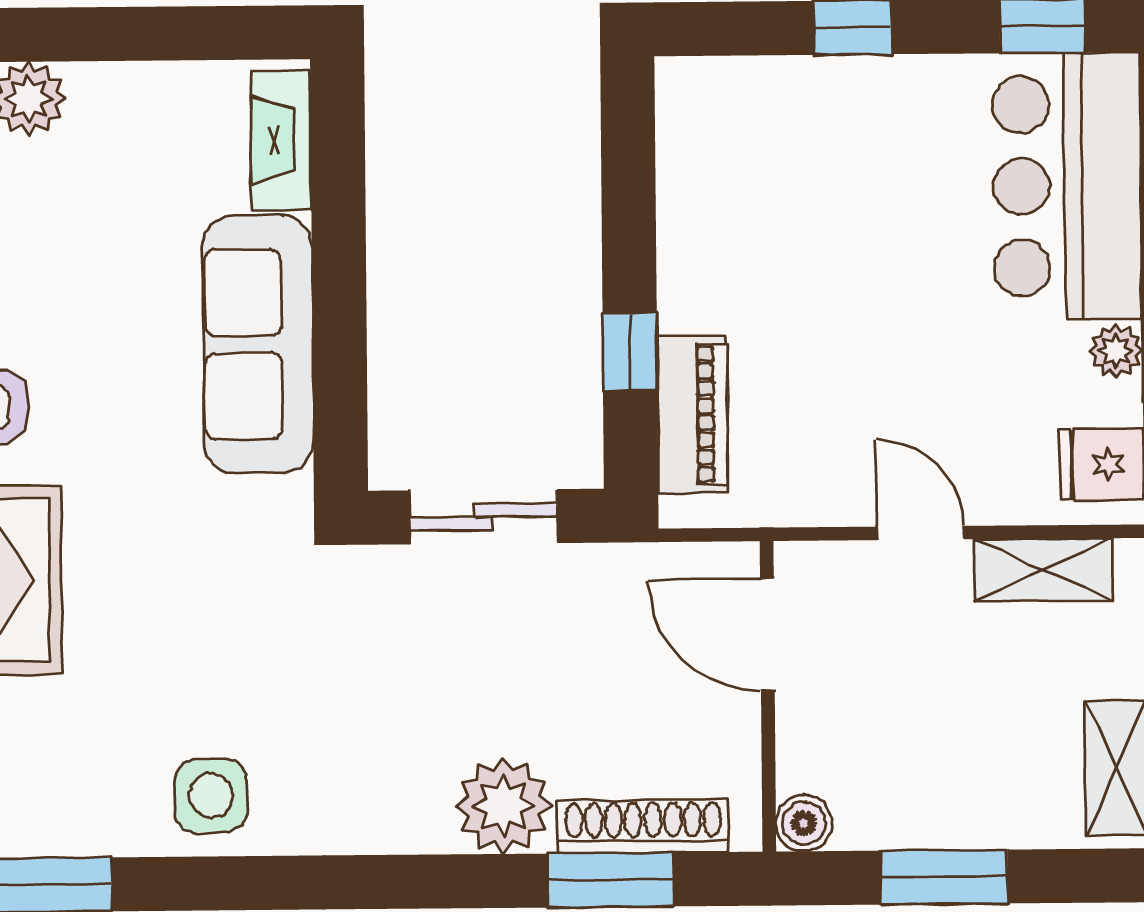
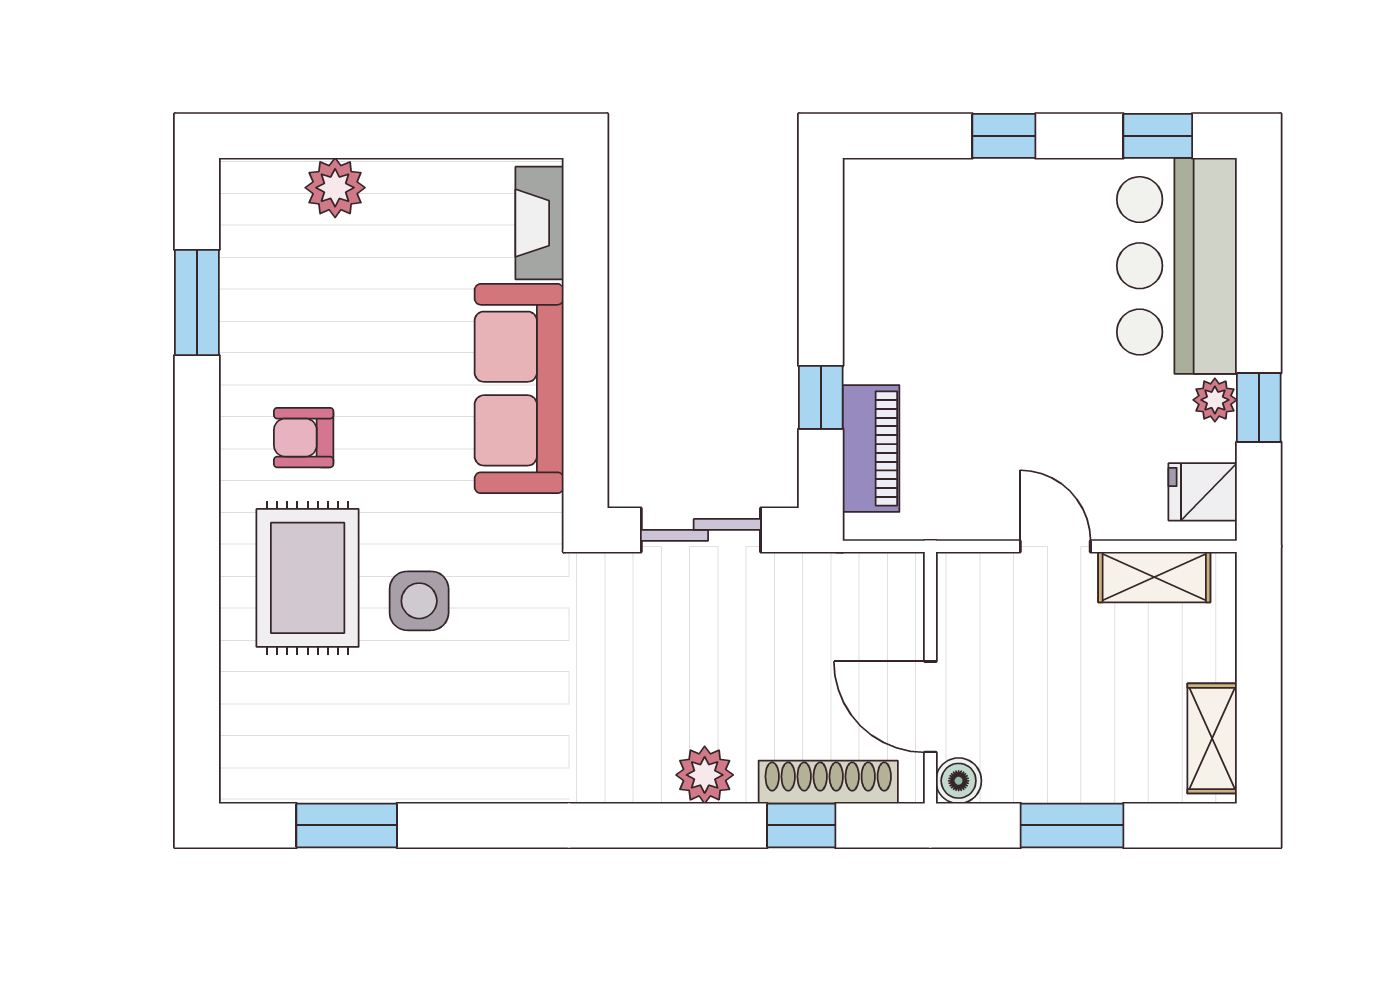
door: (767, 635) -> (930, 707), moved
side table: (211, 796) -> (419, 601), moved
plant: (503, 806) -> (705, 775), width x0.73, depth x0.73
window: (610, 880) -> (801, 825), width x0.67

